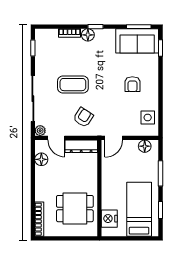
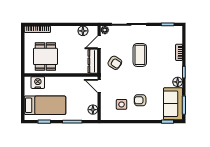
floor lamp: (88, 35) -> (178, 82), moved
side table: (148, 118) -> (122, 104), moved

